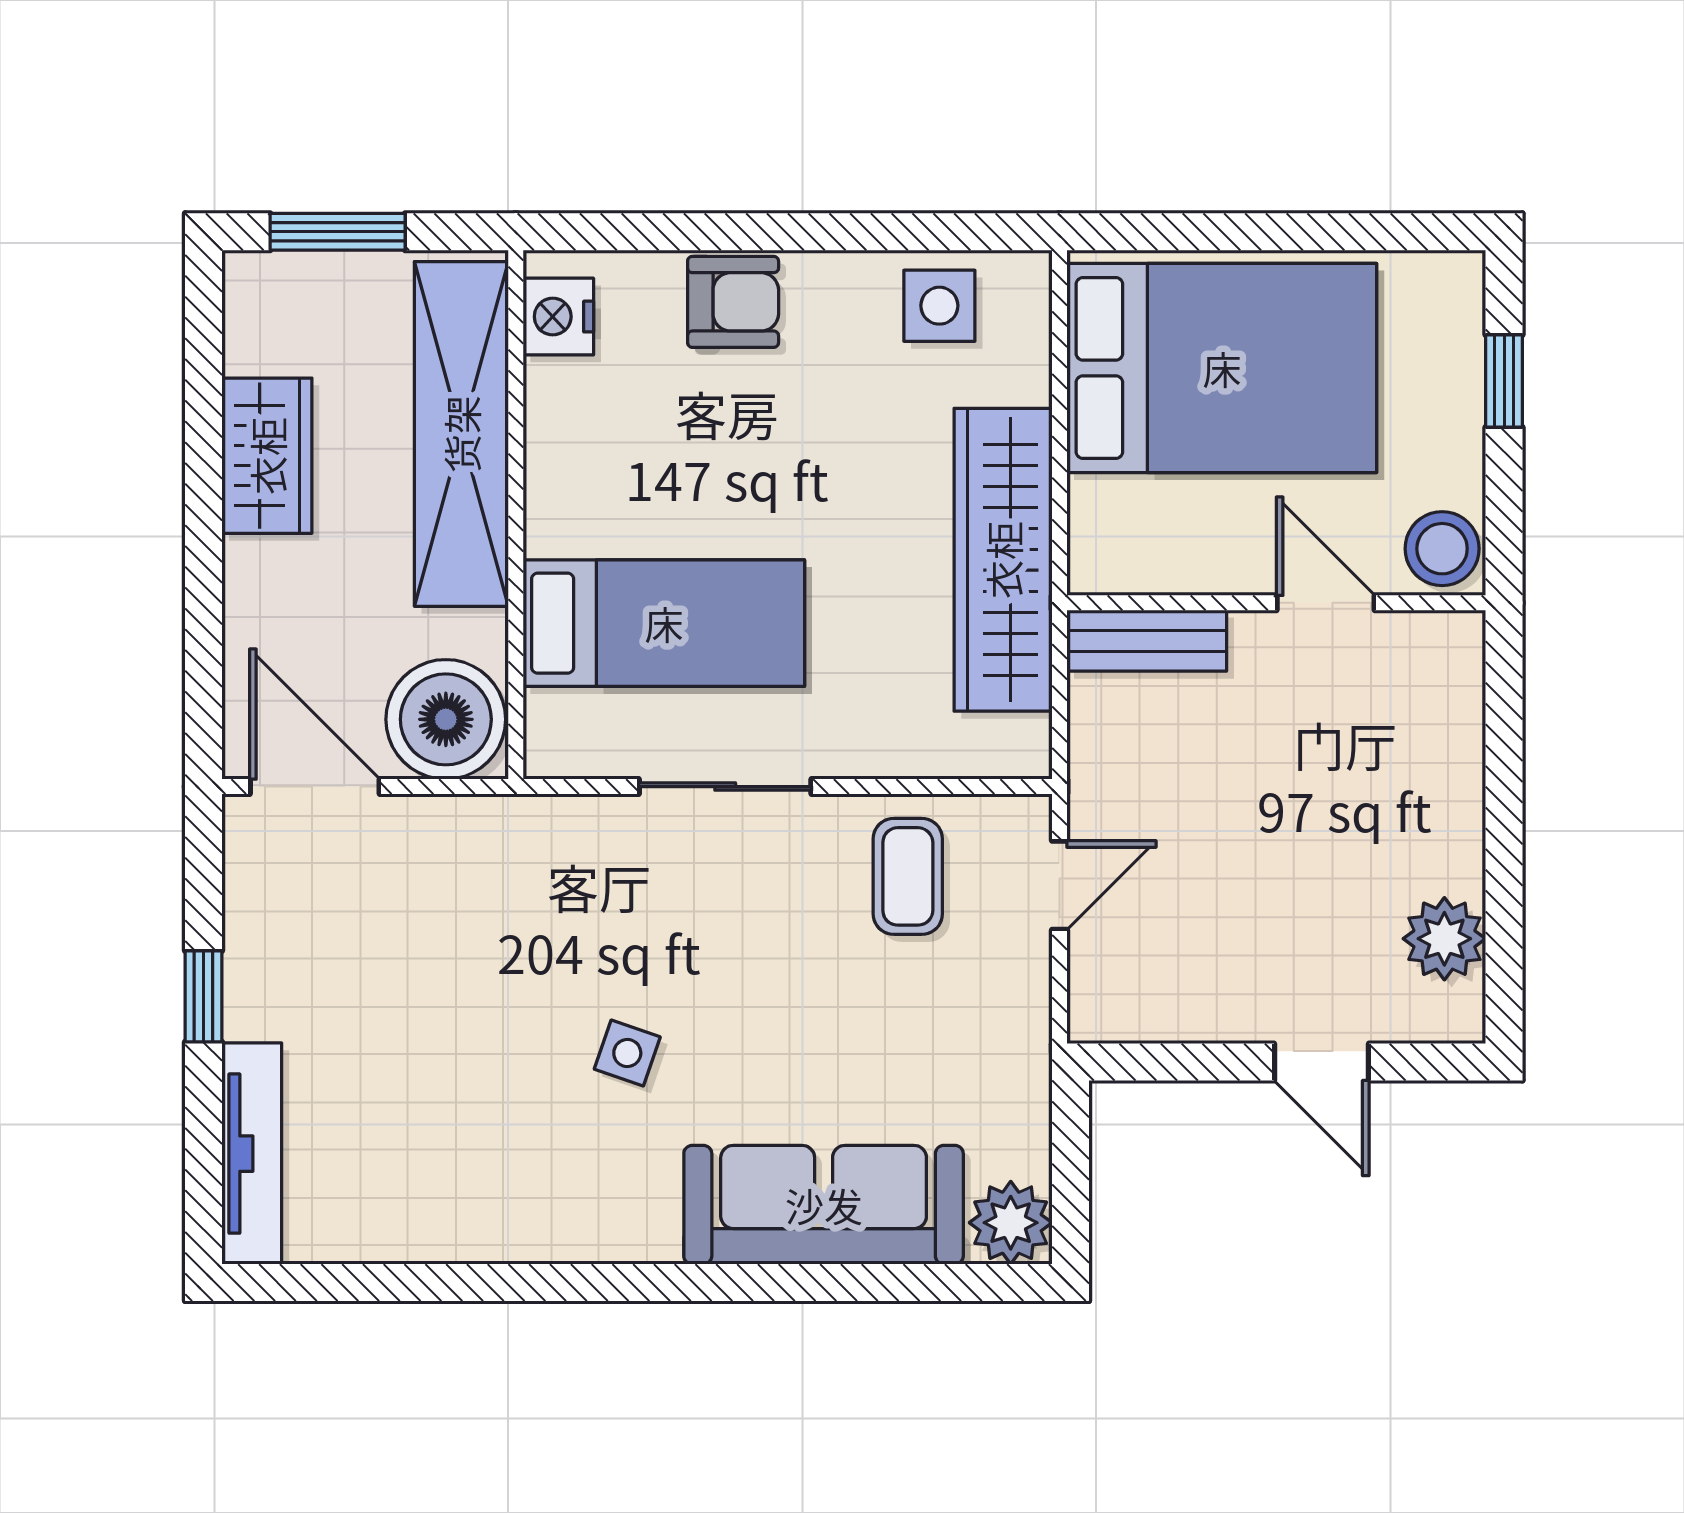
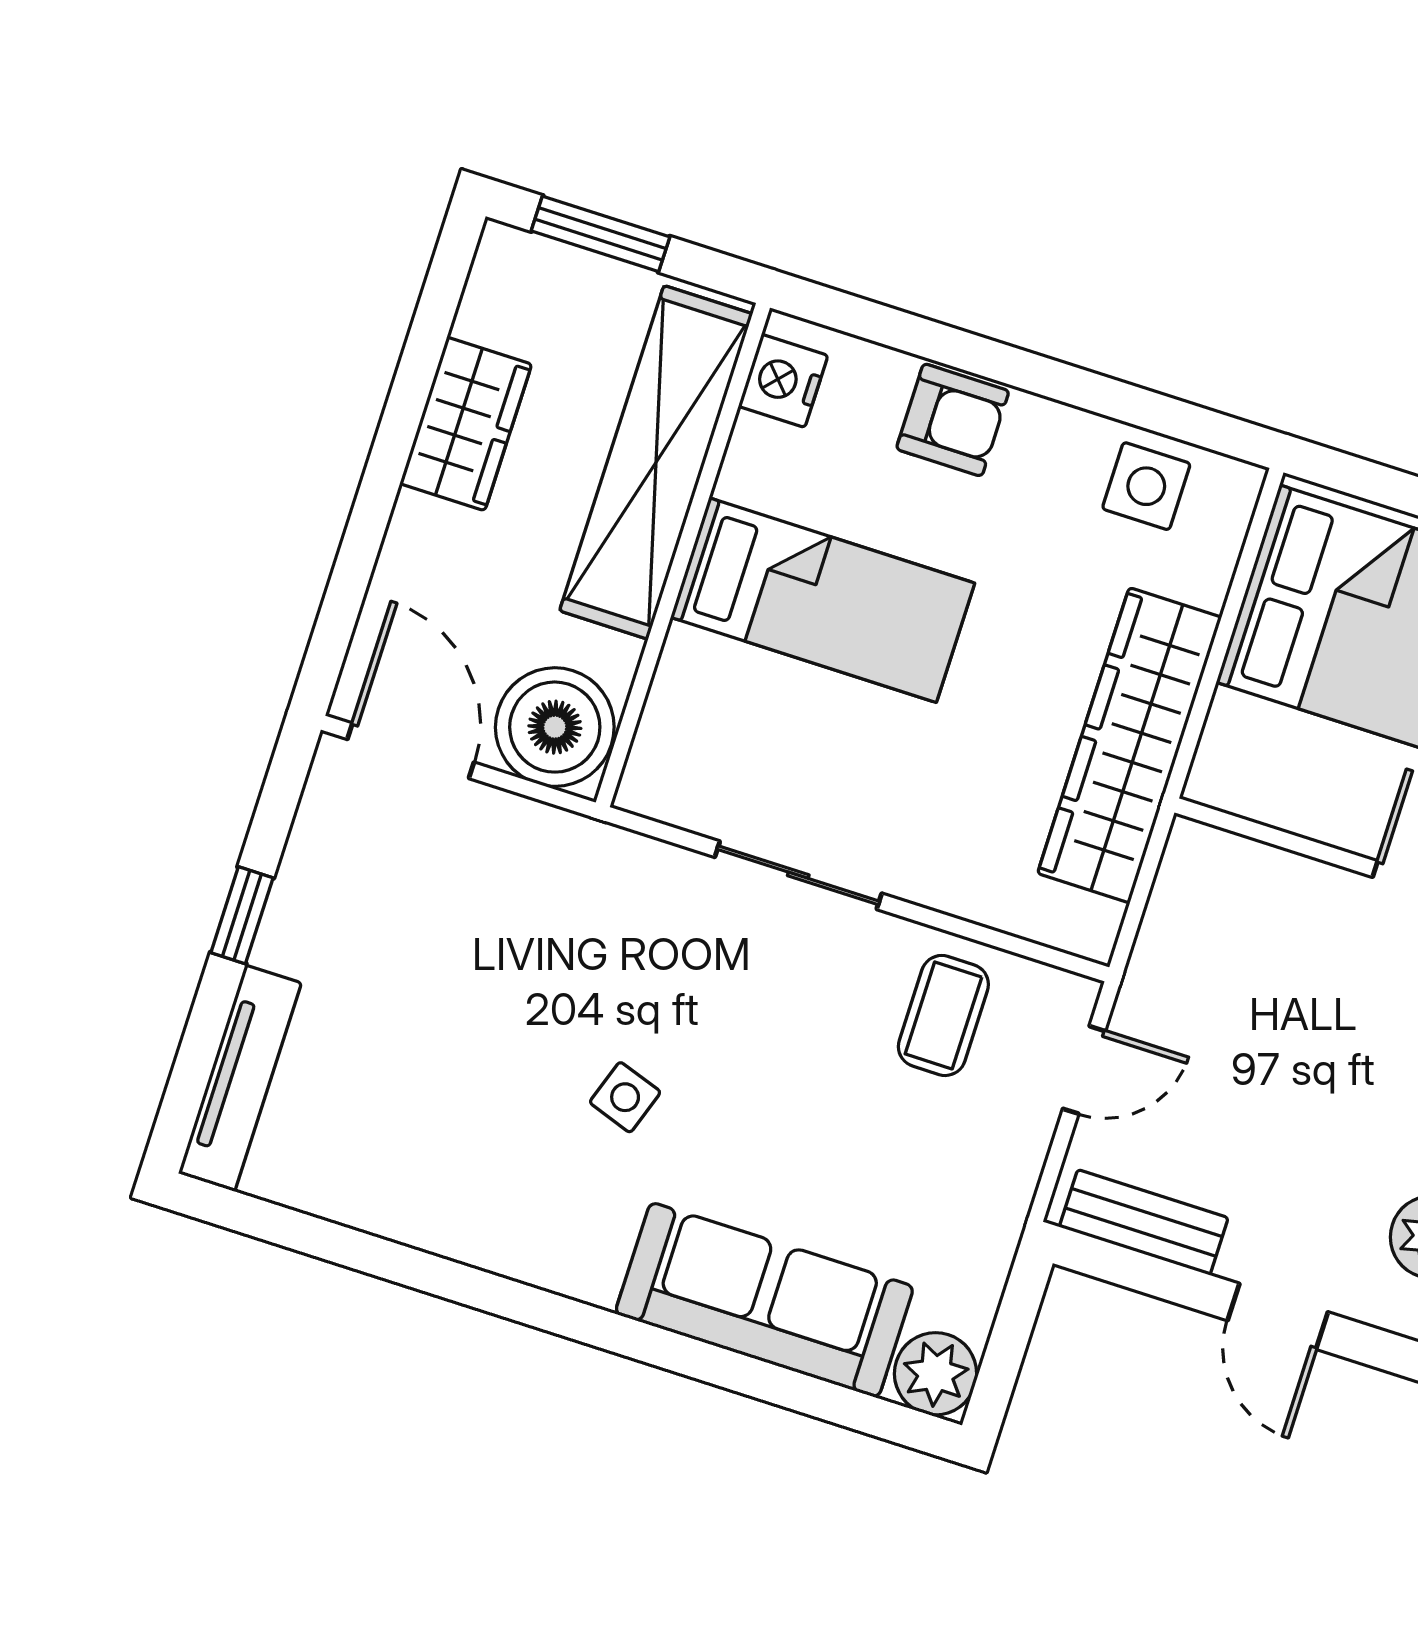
bed: (664, 623) -> (823, 600), moved
bench: (1147, 641) -> (1144, 1222), moved

